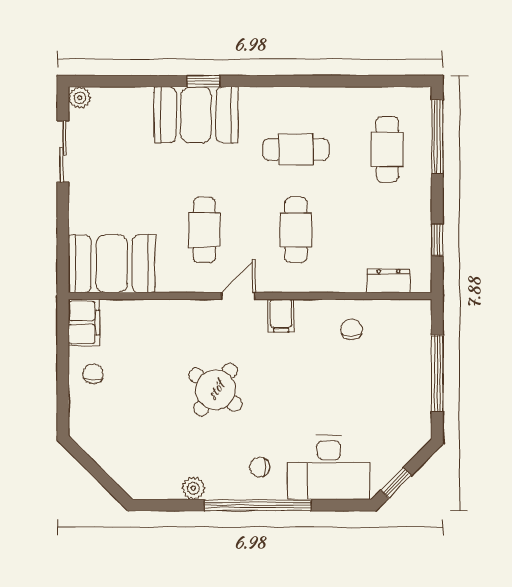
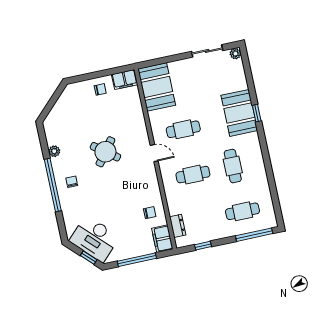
filing cabinet: (281, 316) -> (162, 239), moved, width x2.00
desk: (329, 468) -> (94, 239), moved, turned -45
window: (396, 483) -> (89, 258), moved

